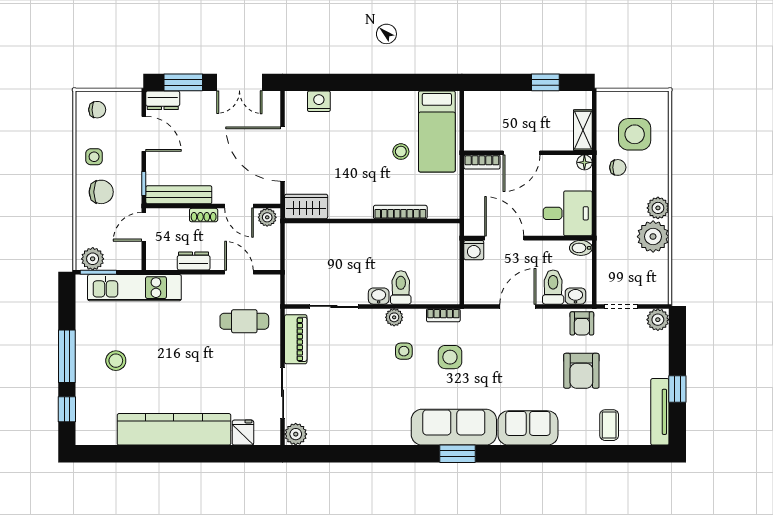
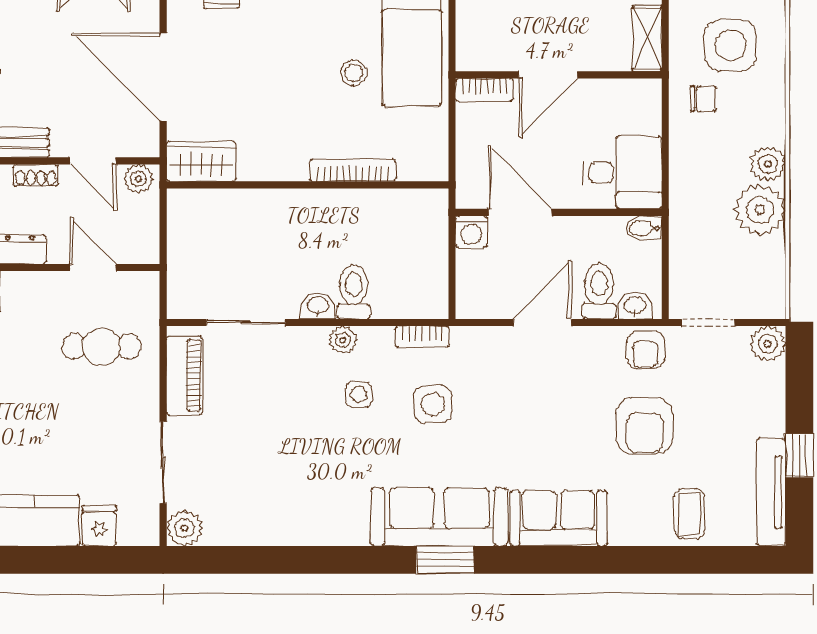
floor lamp: (584, 162) -> (650, 91), removed

